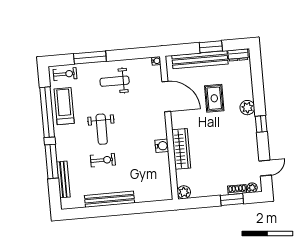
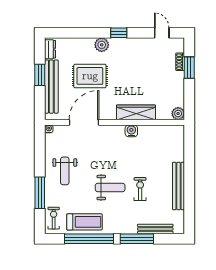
rug: (214, 98) -> (90, 76), width x1.36, depth x1.43
treadmill: (64, 106) -> (84, 222), turned 180
plant: (252, 188) -> (180, 47), removed

